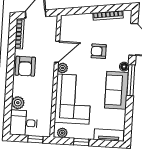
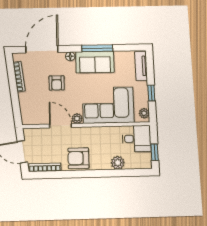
armchair: (25, 66) -> (78, 158), turned 180
window: (131, 80) -> (97, 48), moved
desk: (24, 123) -> (137, 139), moved, turned -90
window: (35, 139) -> (155, 152), moved

